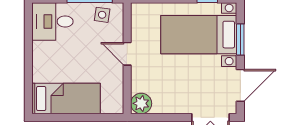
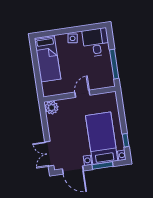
side table: (102, 15) -> (73, 38), moved

